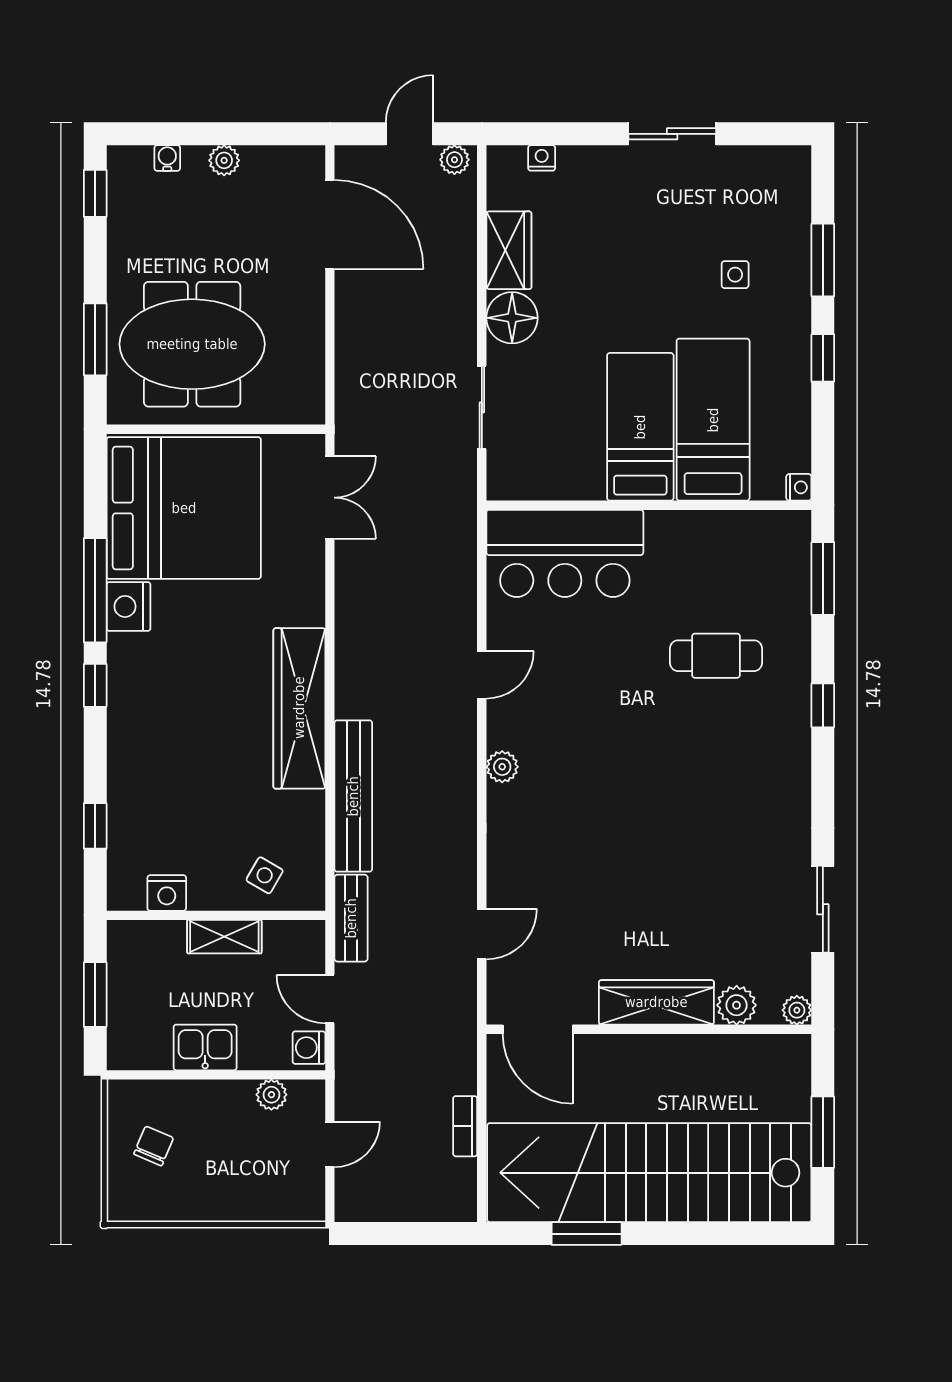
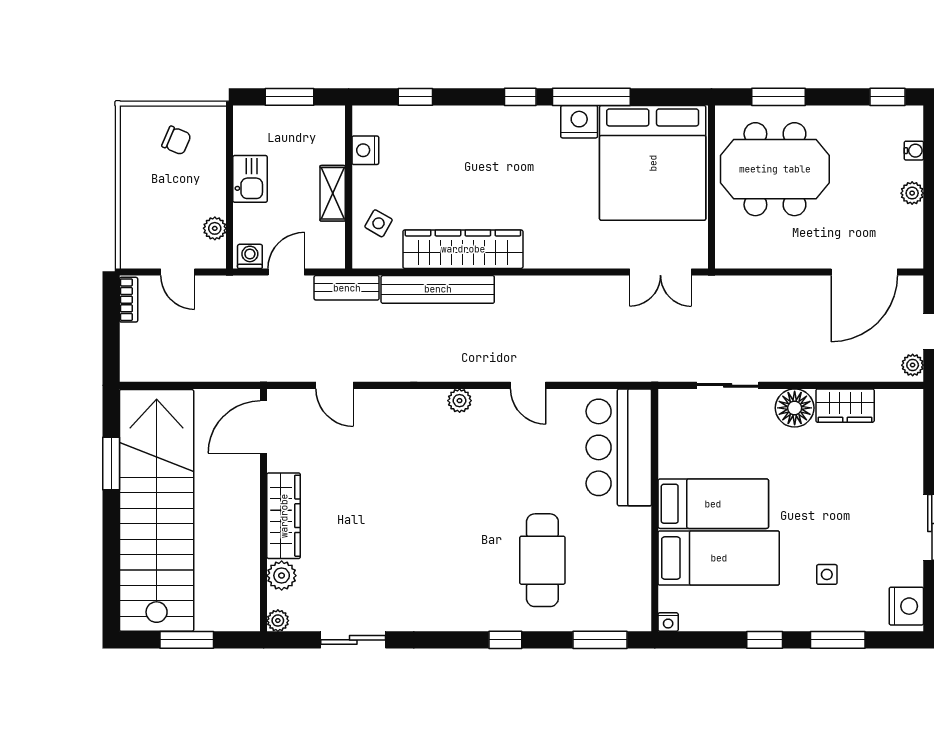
nightstand: (542, 158) -> (906, 606), moved, width x1.89, depth x1.79
meeting table: (192, 344) -> (775, 169), turned 90
cafe table: (716, 656) -> (542, 560), width x1.37, depth x1.35
wardrobe: (299, 708) -> (463, 249), moved
bookcase: (465, 1126) -> (129, 300), moved, turned 90

